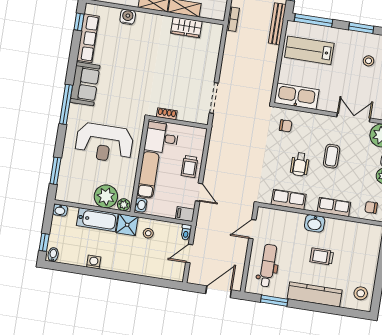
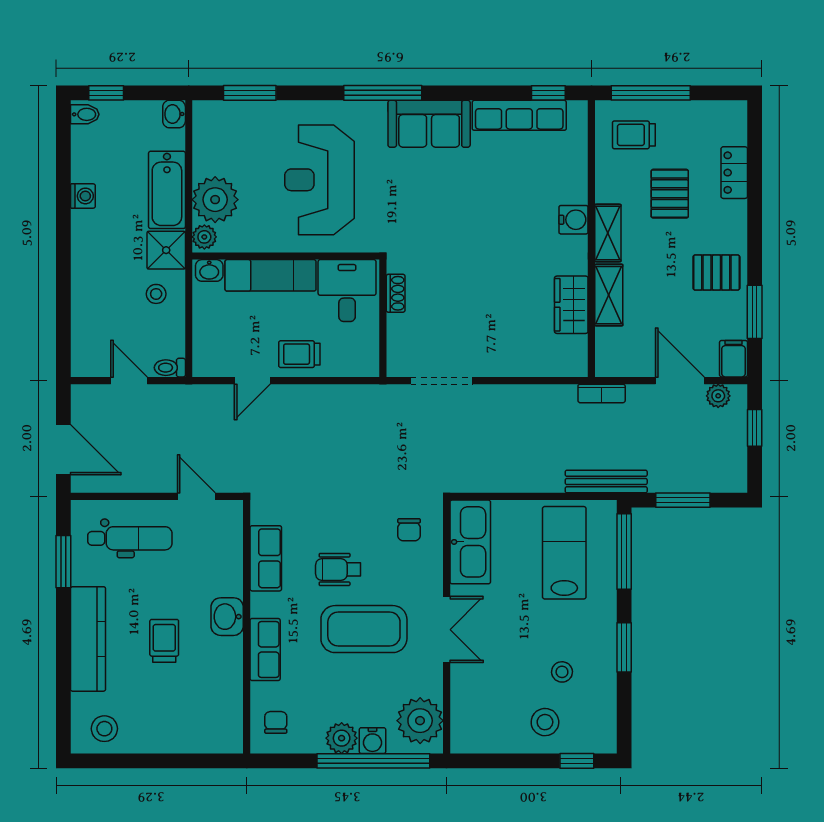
water cooler: (128, 17) -> (574, 220), moved
double door: (353, 117) -> (447, 630), moved
coffee table: (332, 156) -> (364, 629), width x1.86, depth x1.72
filing cabinet: (185, 214) -> (205, 360), removed

